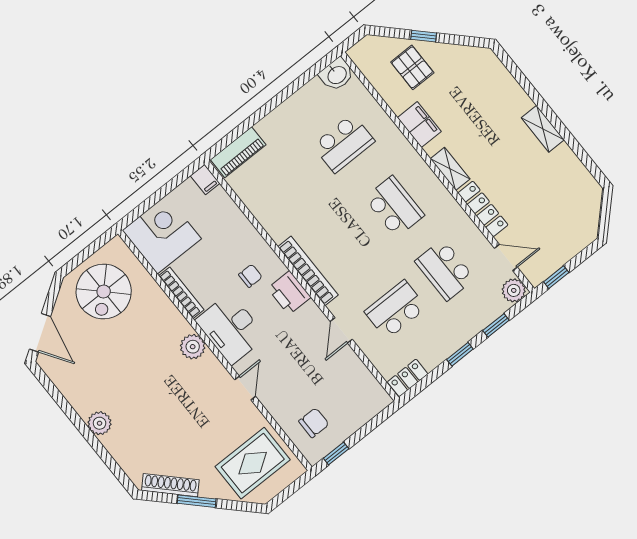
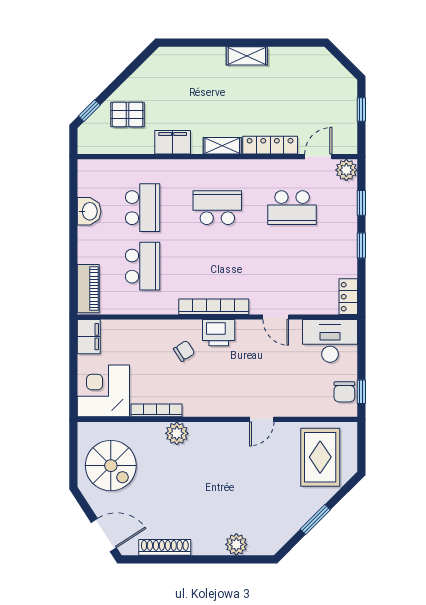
window: (424, 36) -> (89, 111), moved
washbasin: (337, 75) -> (89, 211), moved
filing cabinet: (205, 179) -> (89, 337), width x2.00
chair: (250, 276) -> (184, 351), turned 57
window: (556, 277) -> (361, 109), moved
school desk: (395, 310) -> (143, 266), moved, turned 180
desk: (231, 329) -> (330, 341), moved, turned 180
plant: (193, 347) -> (177, 433), moved
door: (245, 388) -> (262, 419), swing flipped
plant: (100, 423) -> (236, 544), moved
chair: (314, 423) -> (344, 392), moved, turned 180
shoe rack: (170, 485) -> (165, 547), moved, turned 45

